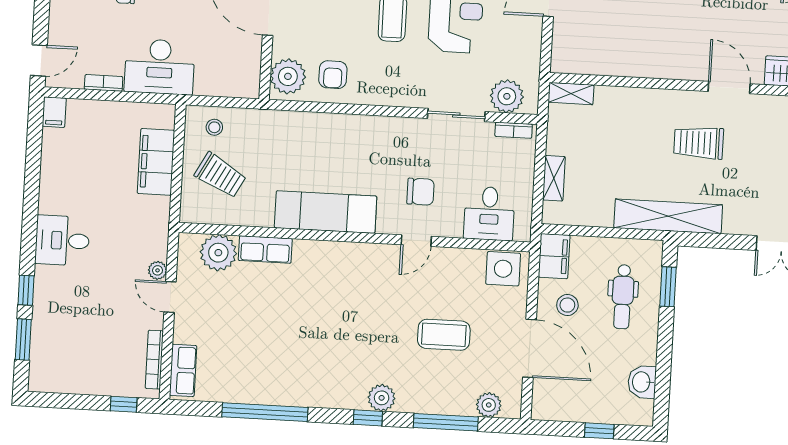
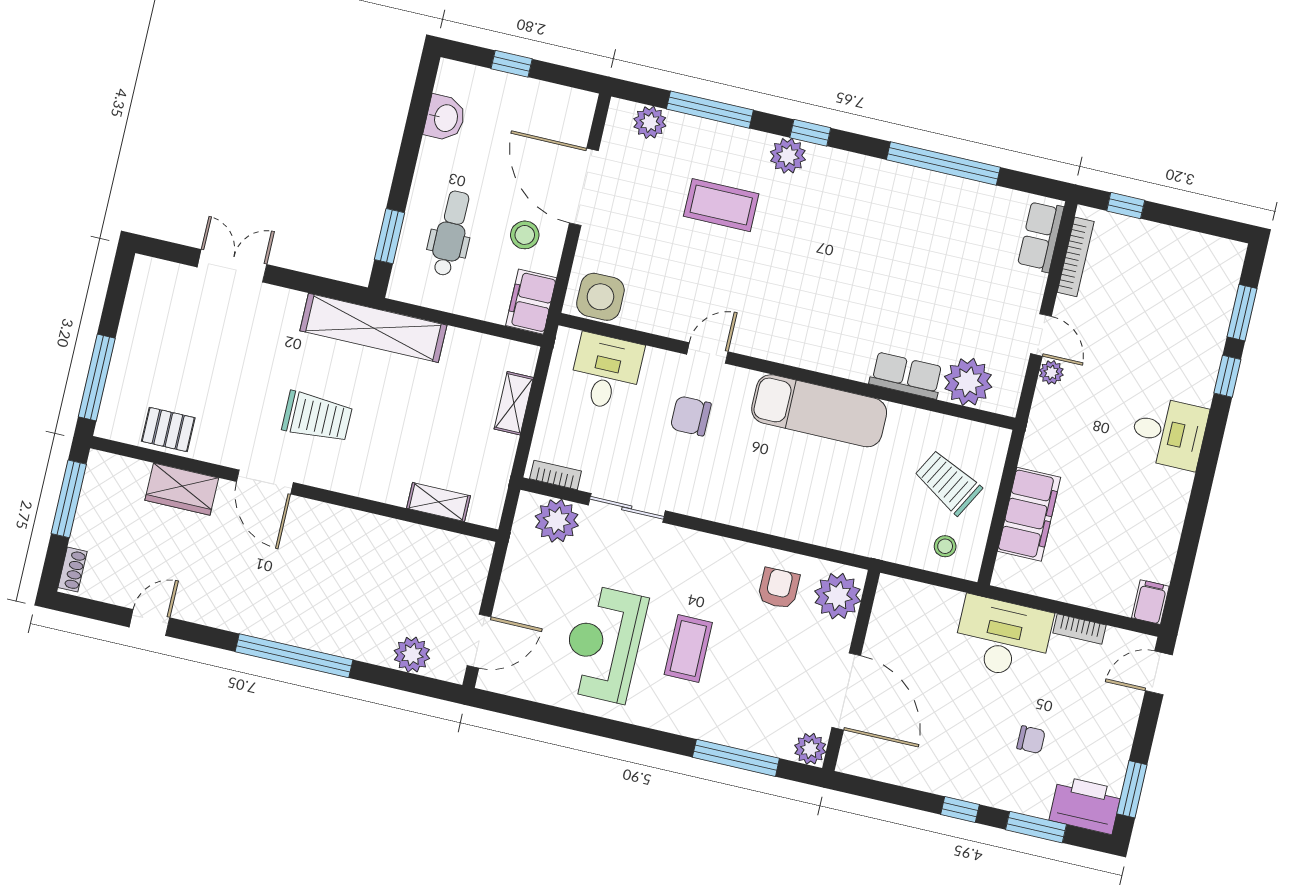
shelving: (571, 94) -> (438, 502), moved
coffee table: (444, 335) -> (721, 205), moved

